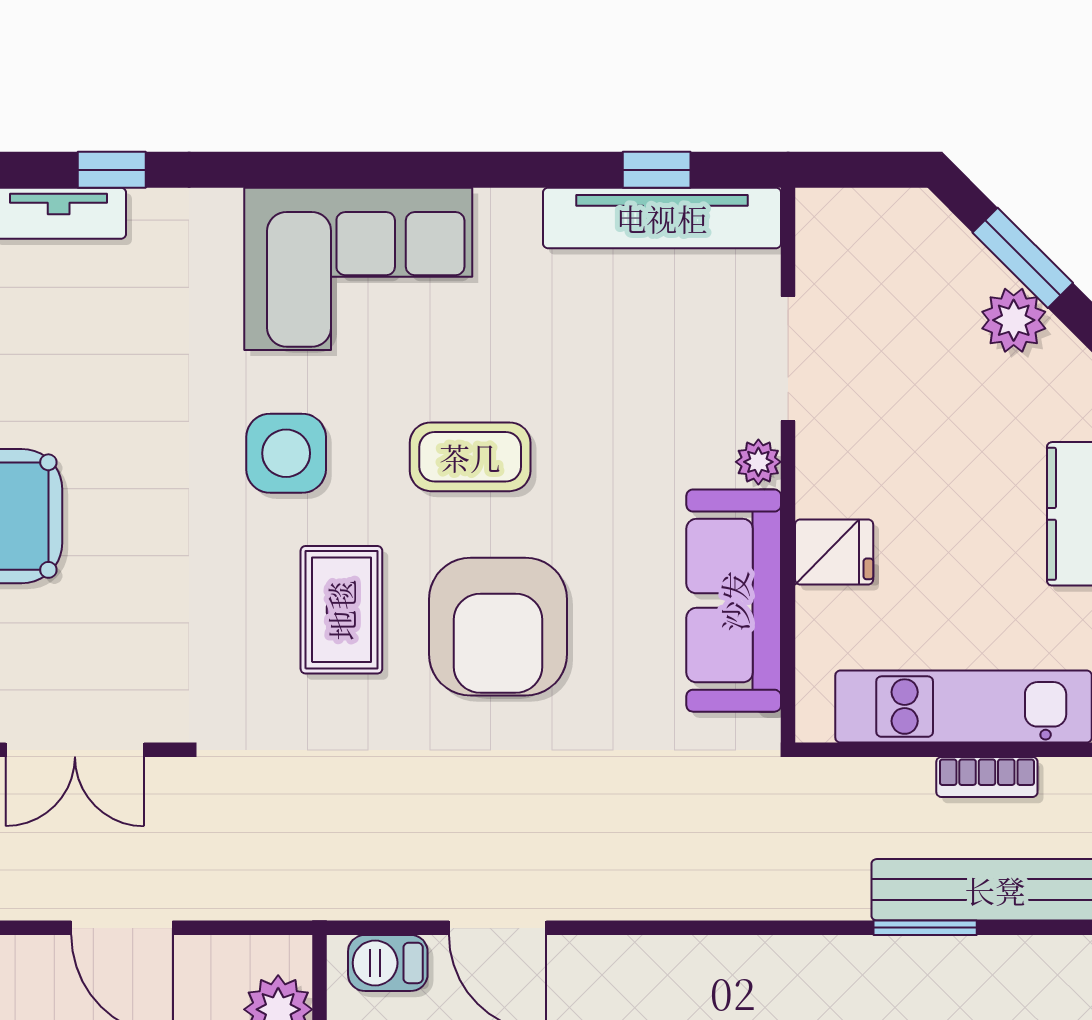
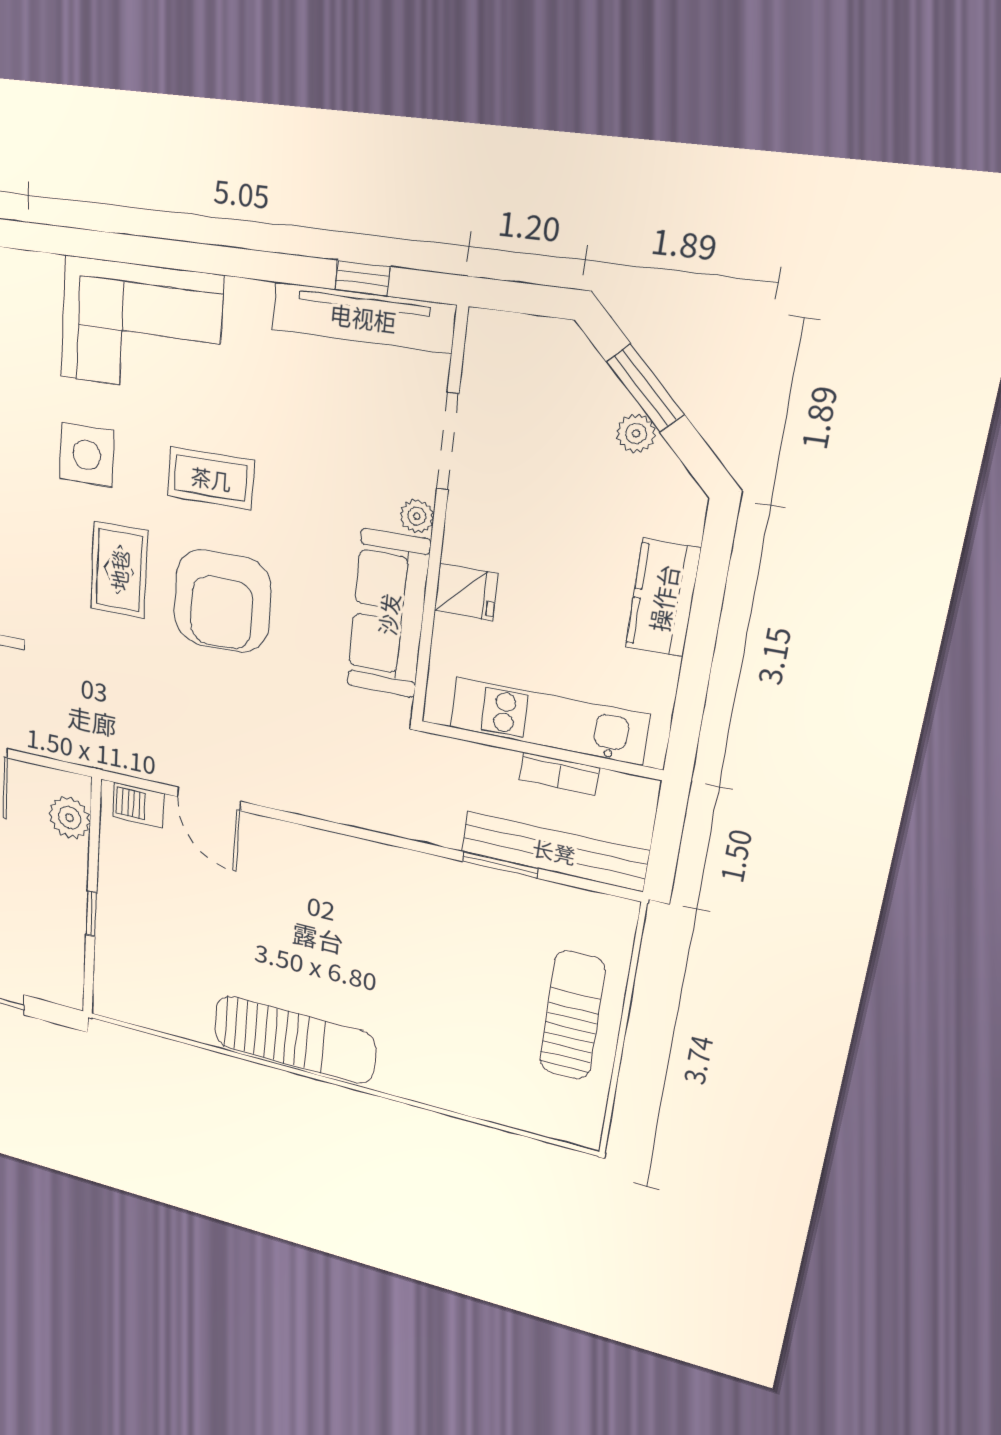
plant: (1014, 320) -> (636, 433), width x0.73, depth x0.73

